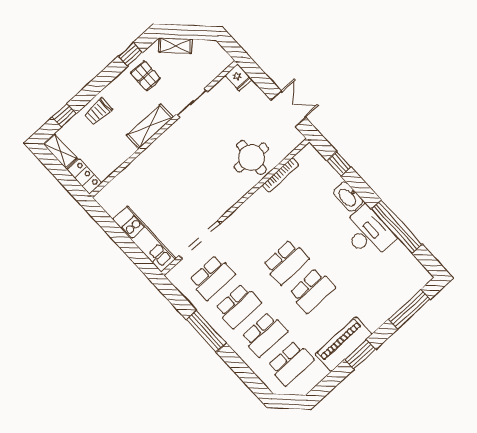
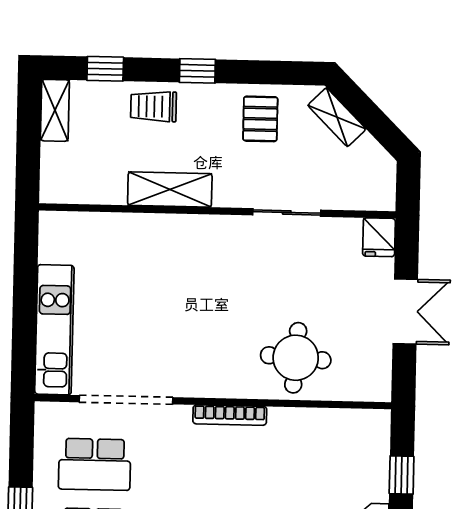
window: (130, 54) -> (197, 71), moved
double door: (288, 109) -> (405, 311), moved
shelving: (150, 126) -> (170, 189), moved
bookcase: (281, 175) -> (230, 415), moved
locker: (84, 176) -> (55, 173), removed

